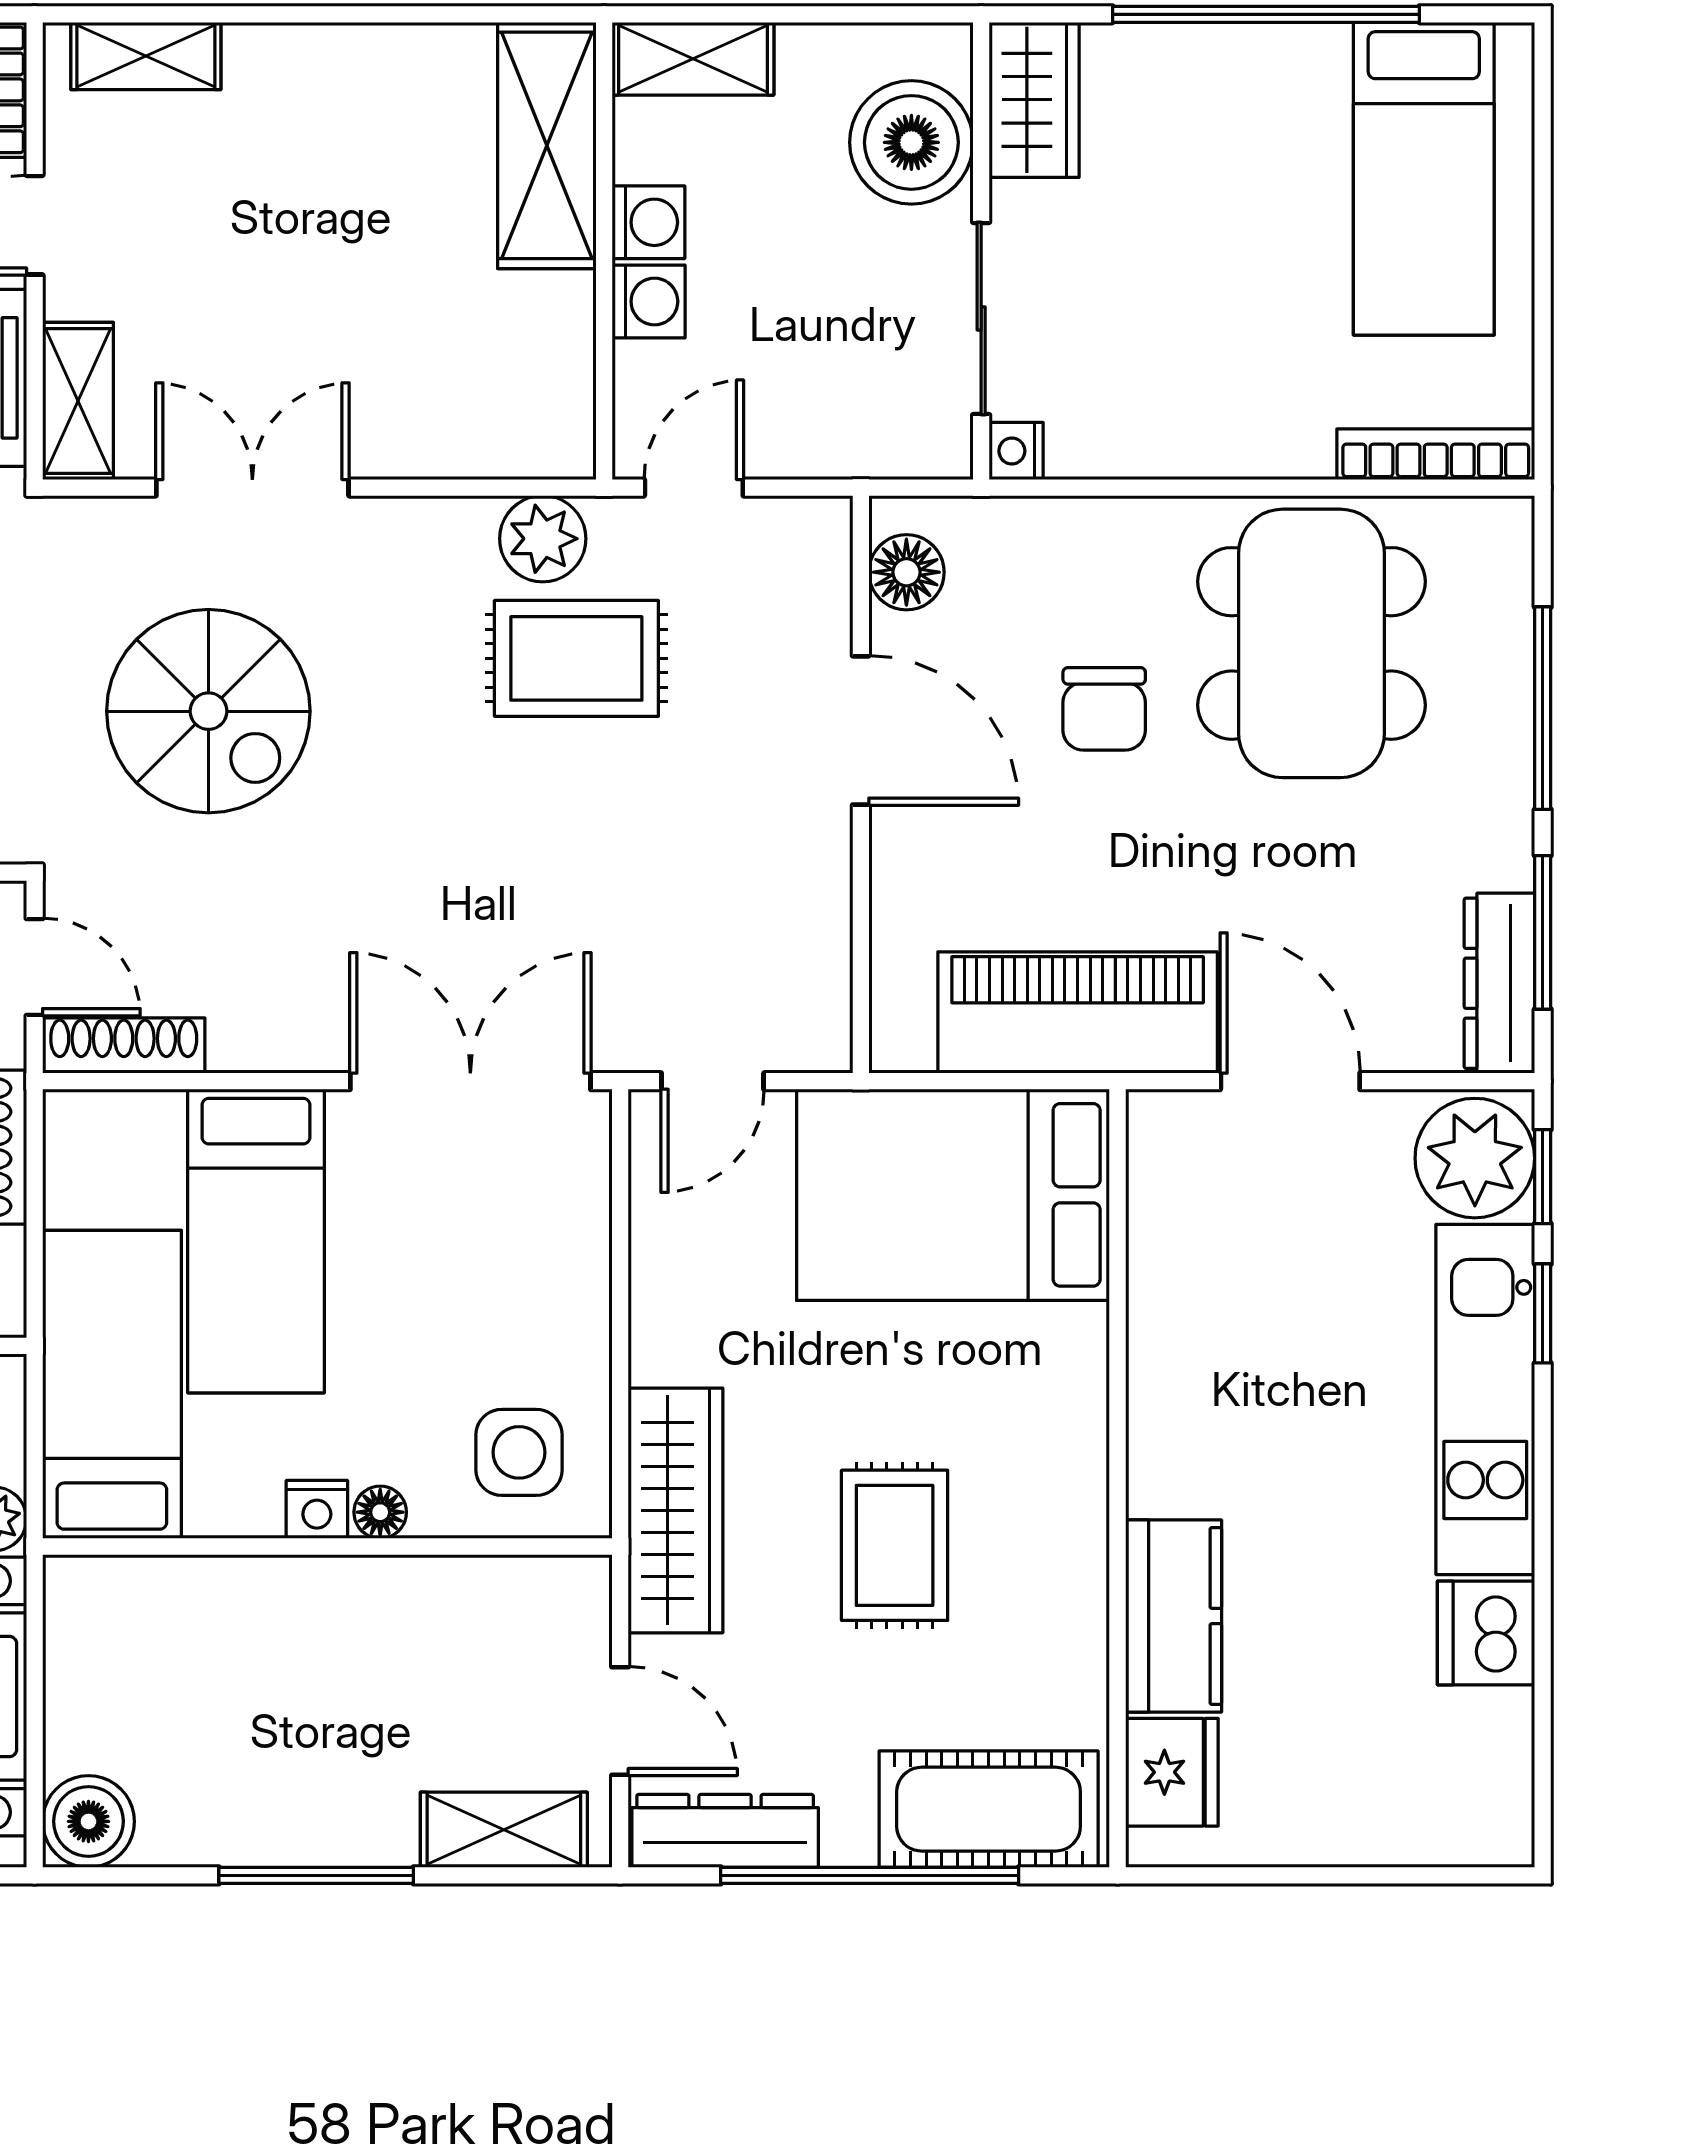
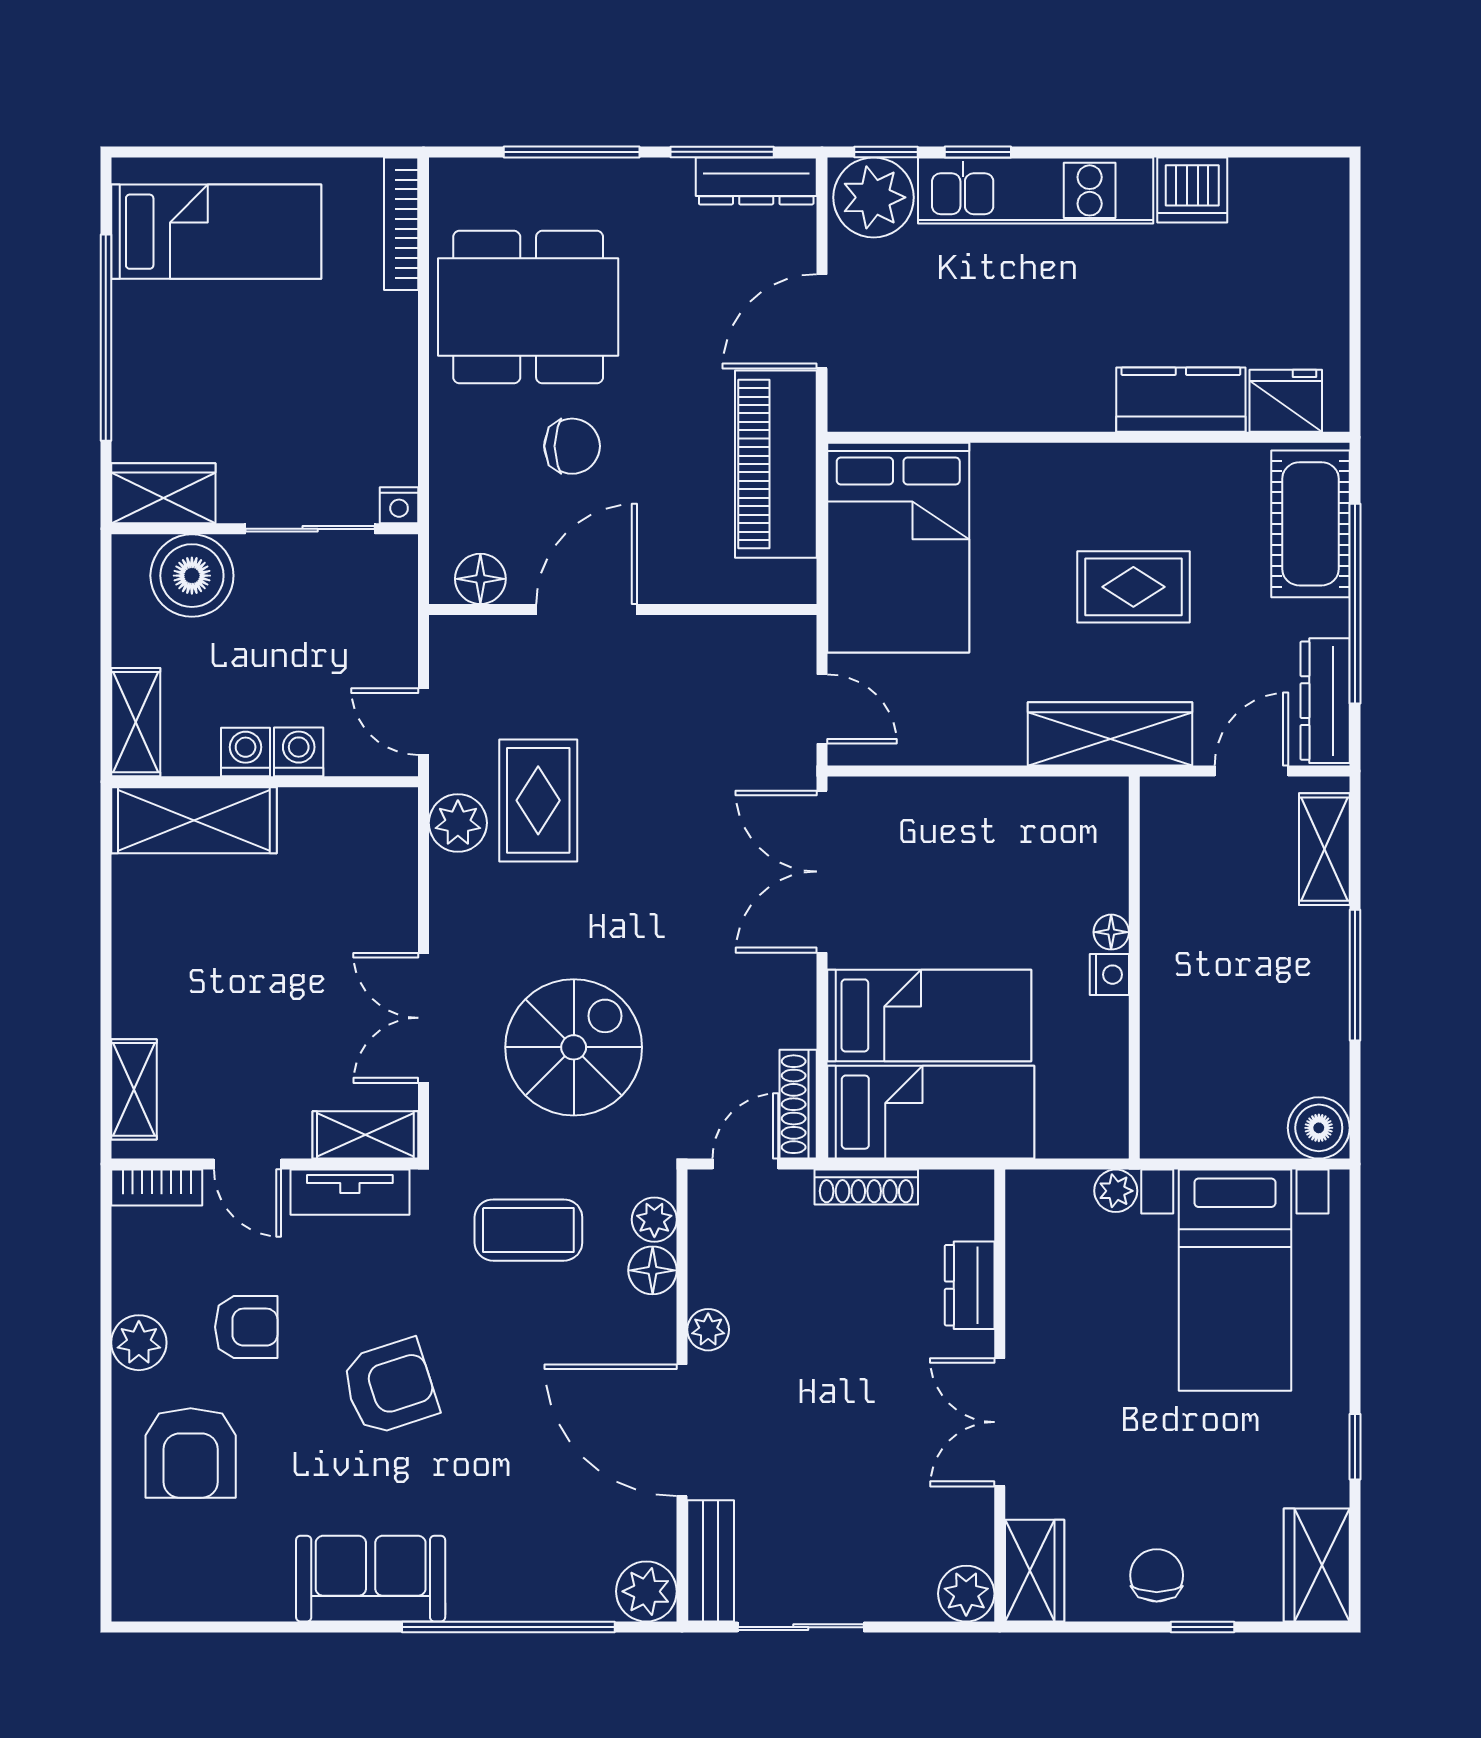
bed: (112, 1384) -> (931, 1112), moved, turned 180
side table: (519, 1452) -> (1071, 839), removed

